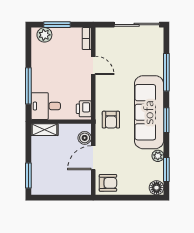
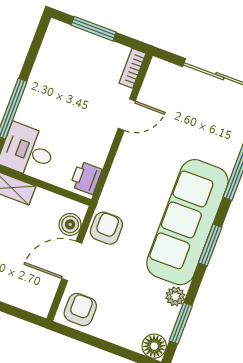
plant: (44, 35) -> (68, 37), removed
door: (93, 65) -> (127, 115), hinge flipped
armchair: (111, 120) -> (106, 228), moved, turned 180
armchair: (108, 183) -> (80, 310), turned -90

